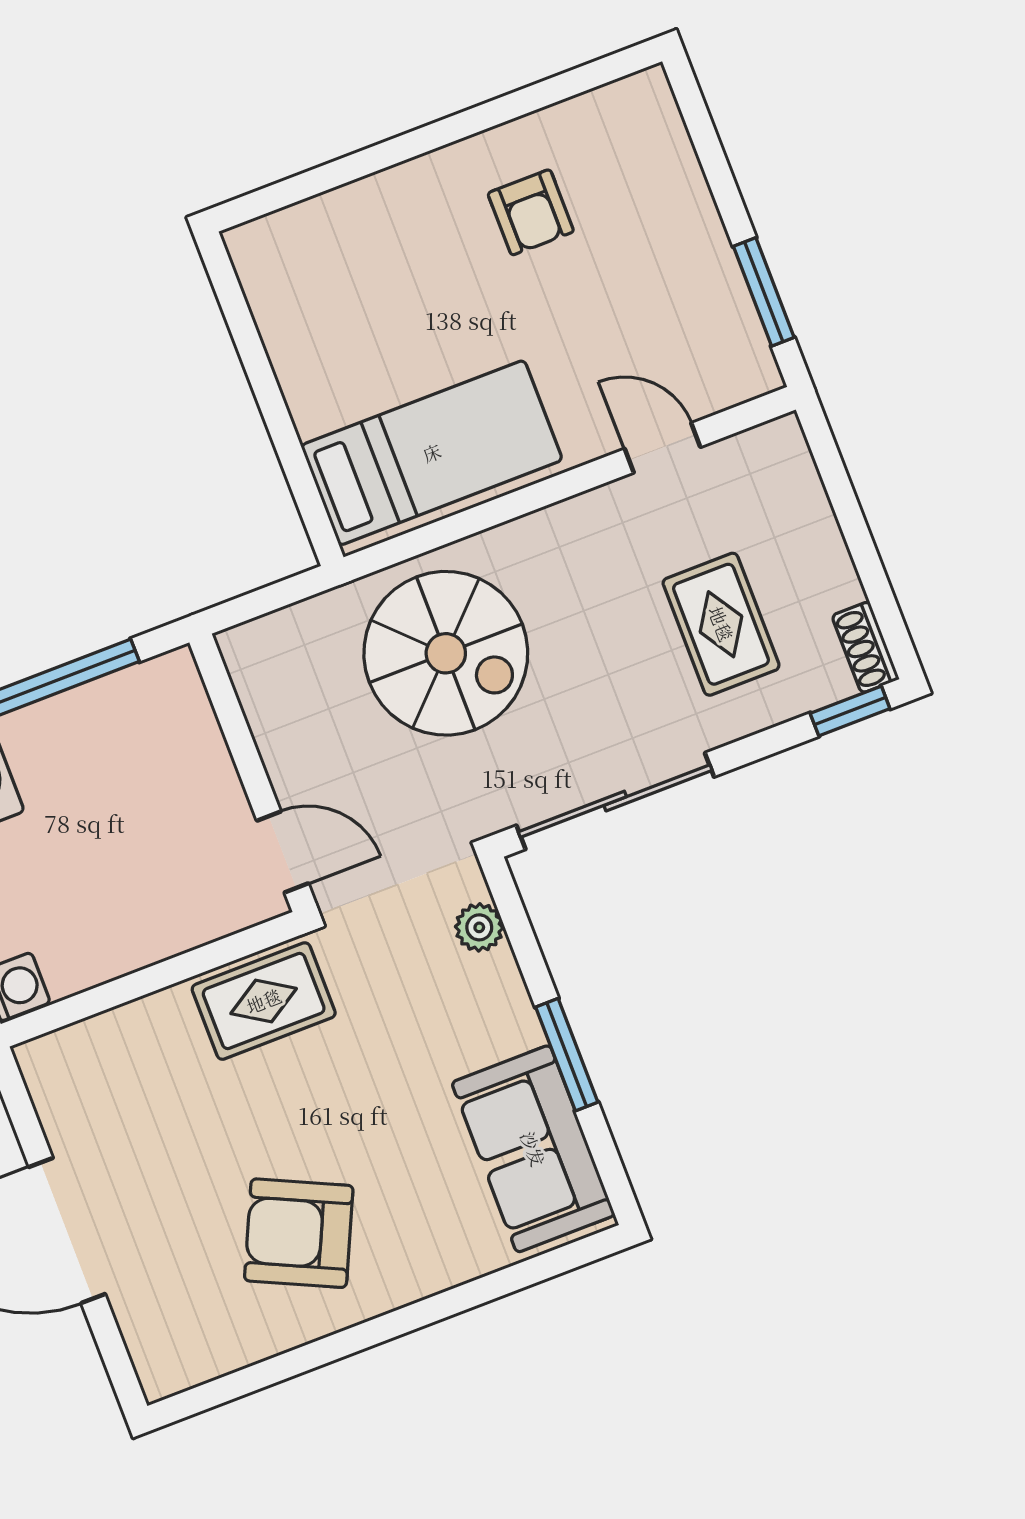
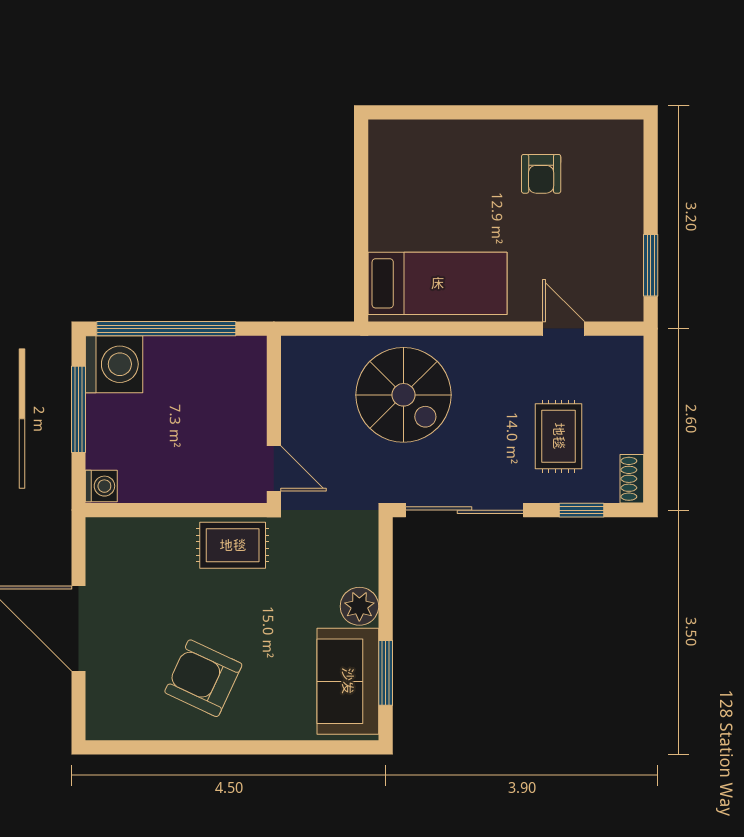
window: (850, 711) -> (581, 510), moved
plant: (479, 927) -> (359, 606), moved, width x1.38, depth x1.38
window: (567, 1055) -> (386, 673), moved

